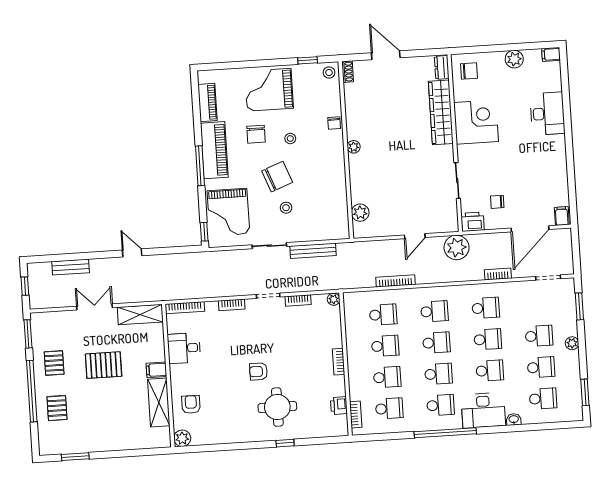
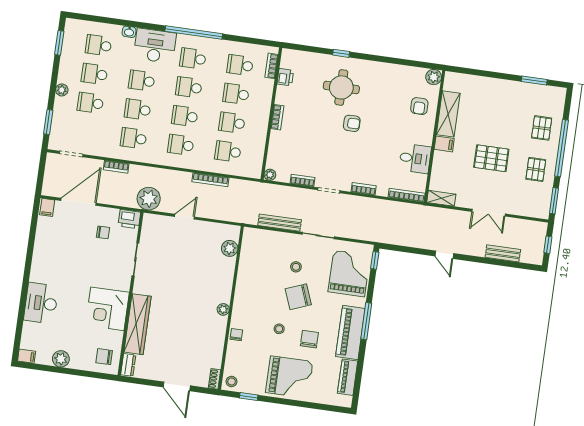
shelving: (140, 315) -> (441, 198), width x0.67, depth x0.75

